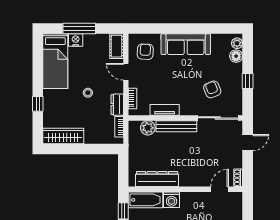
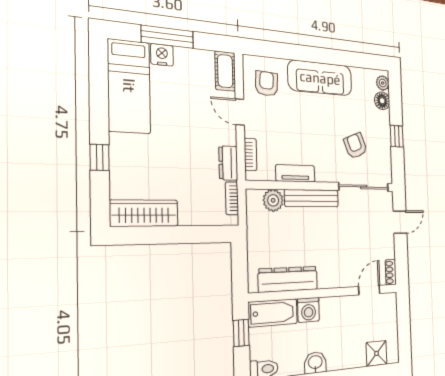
stool: (88, 93) -> (183, 142), removed

